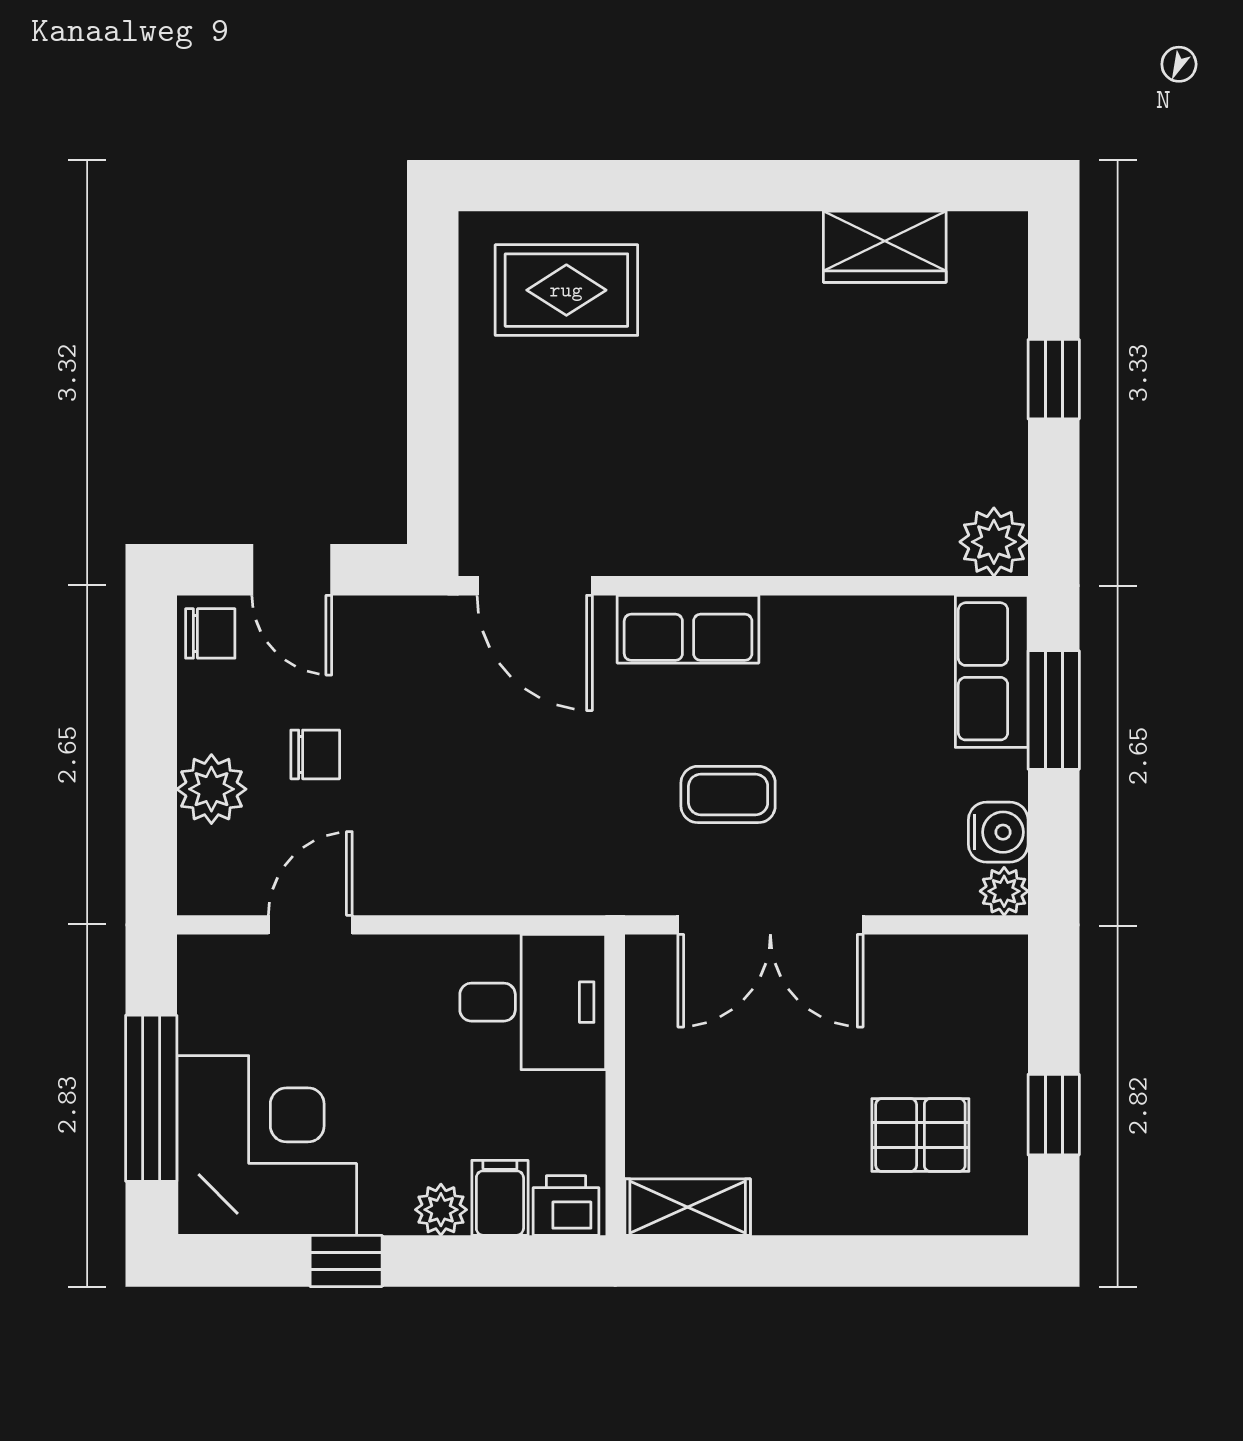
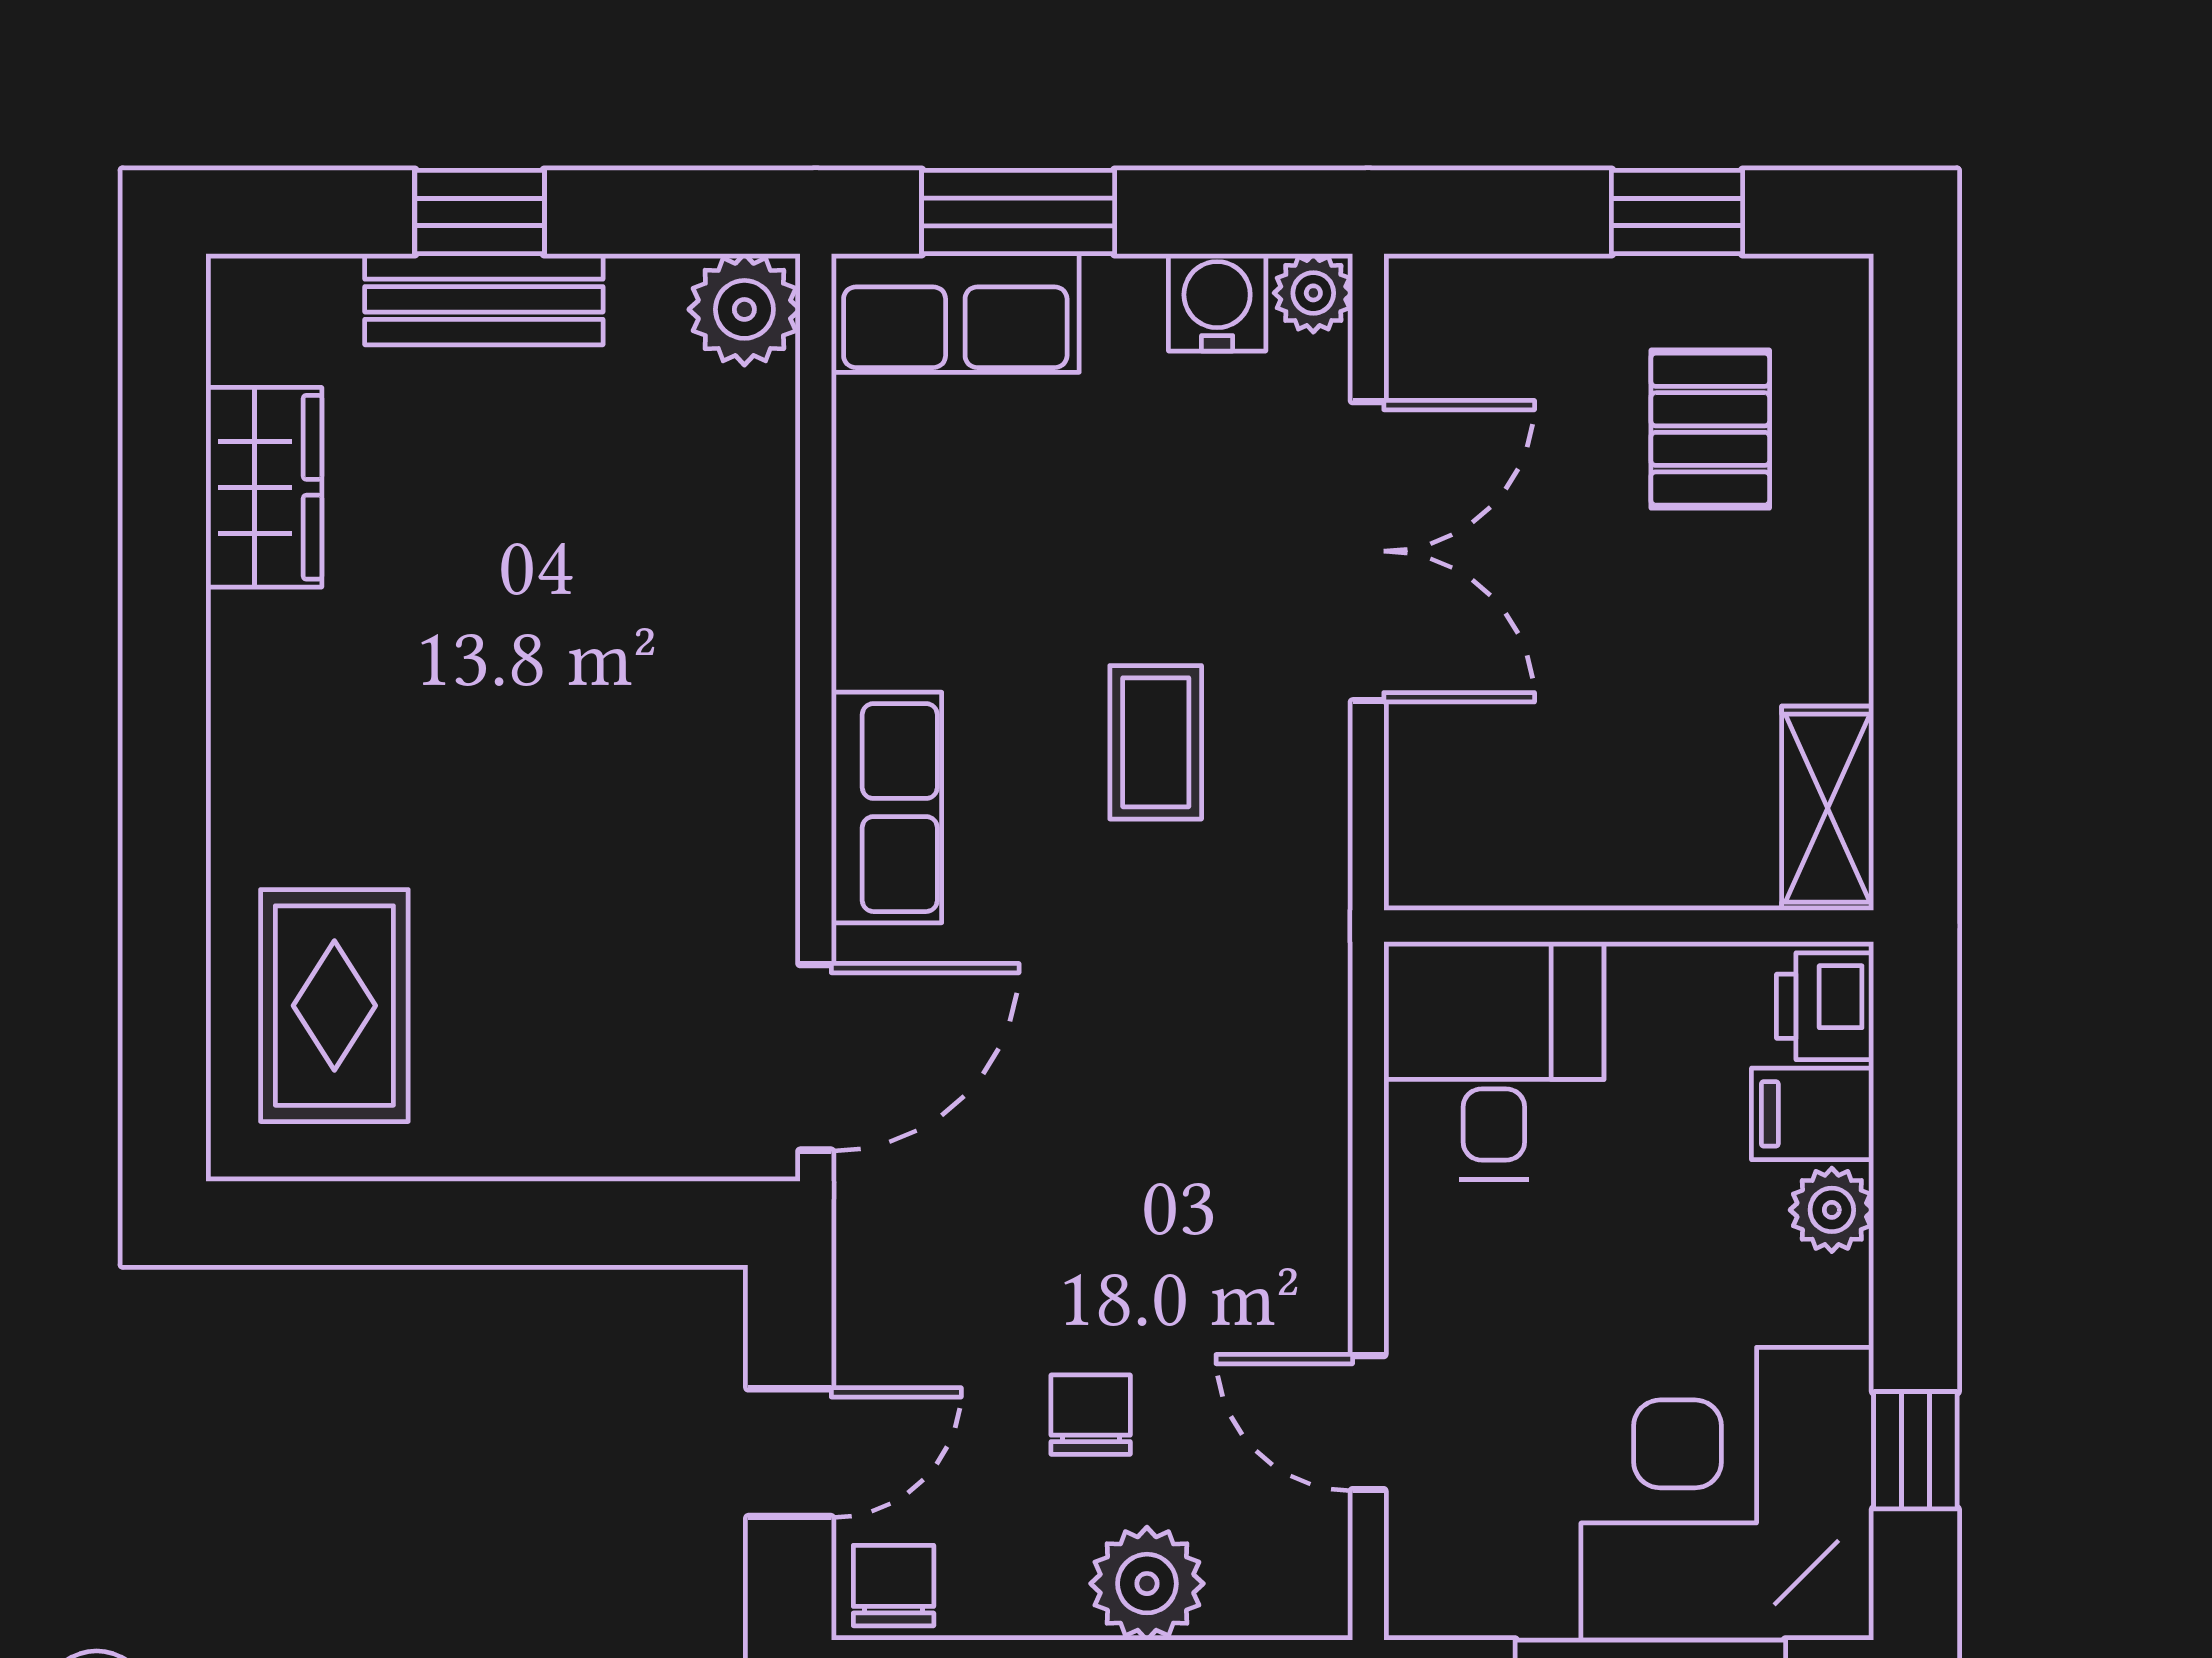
bench: (1000, 382) -> (484, 299), added
double door: (770, 925) -> (1368, 551), moved
window: (346, 1261) -> (1915, 1450), moved

